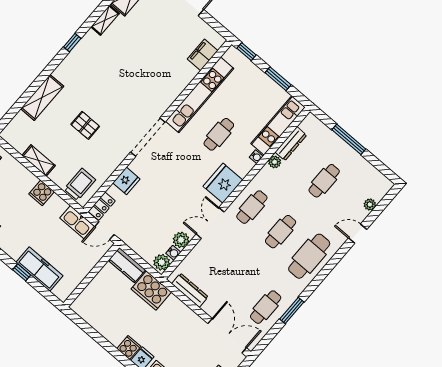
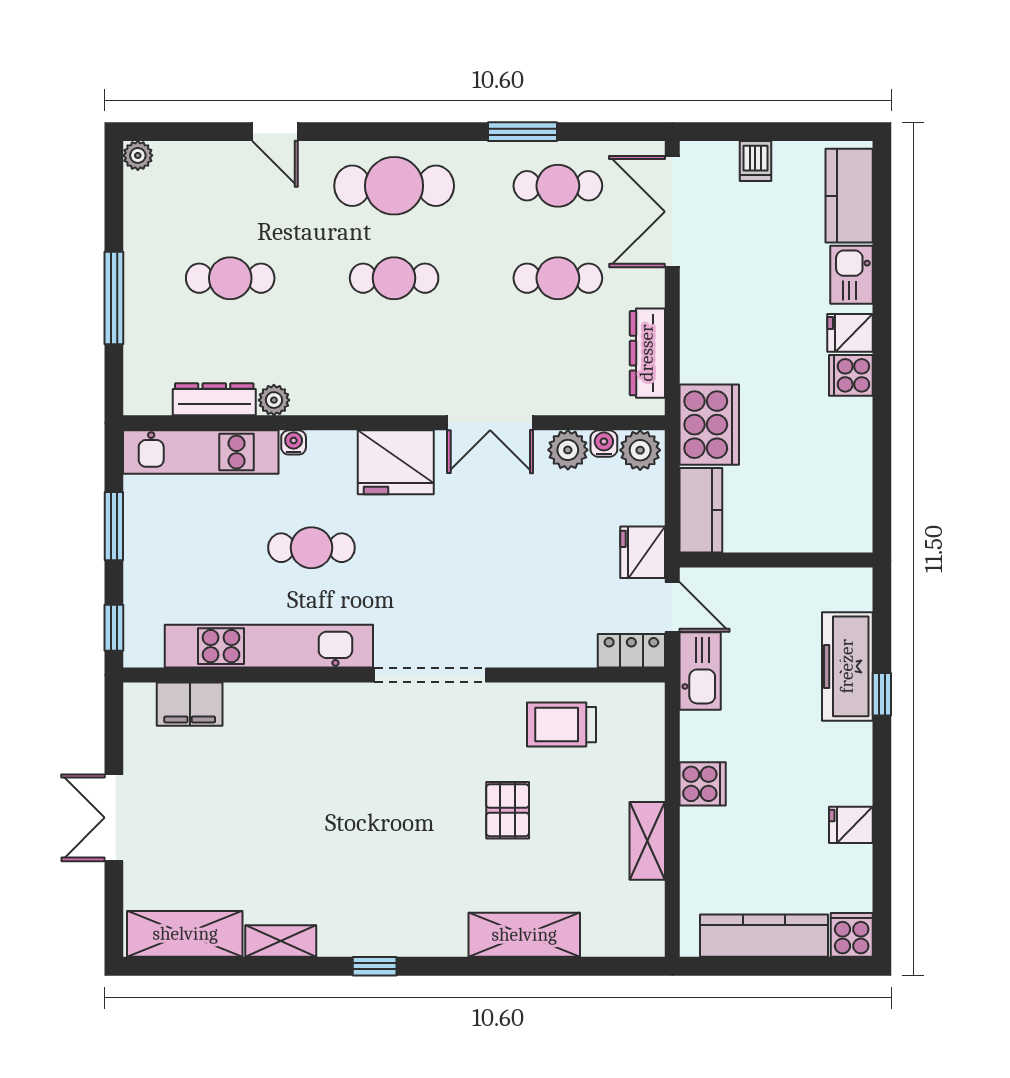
fridge: (126, 181) -> (643, 552), moved, turned -90
trolley: (80, 184) -> (561, 725), moved
plant: (370, 205) -> (138, 155), moved
cafe table: (252, 207) -> (558, 278), moved

